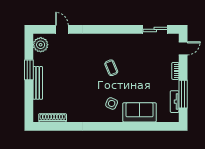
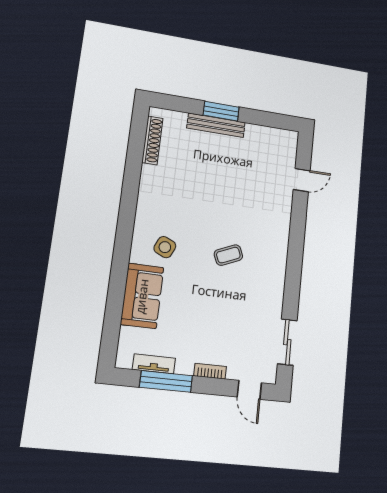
plant: (41, 45) -> (280, 141), removed
window: (29, 70) -> (221, 111), moved

